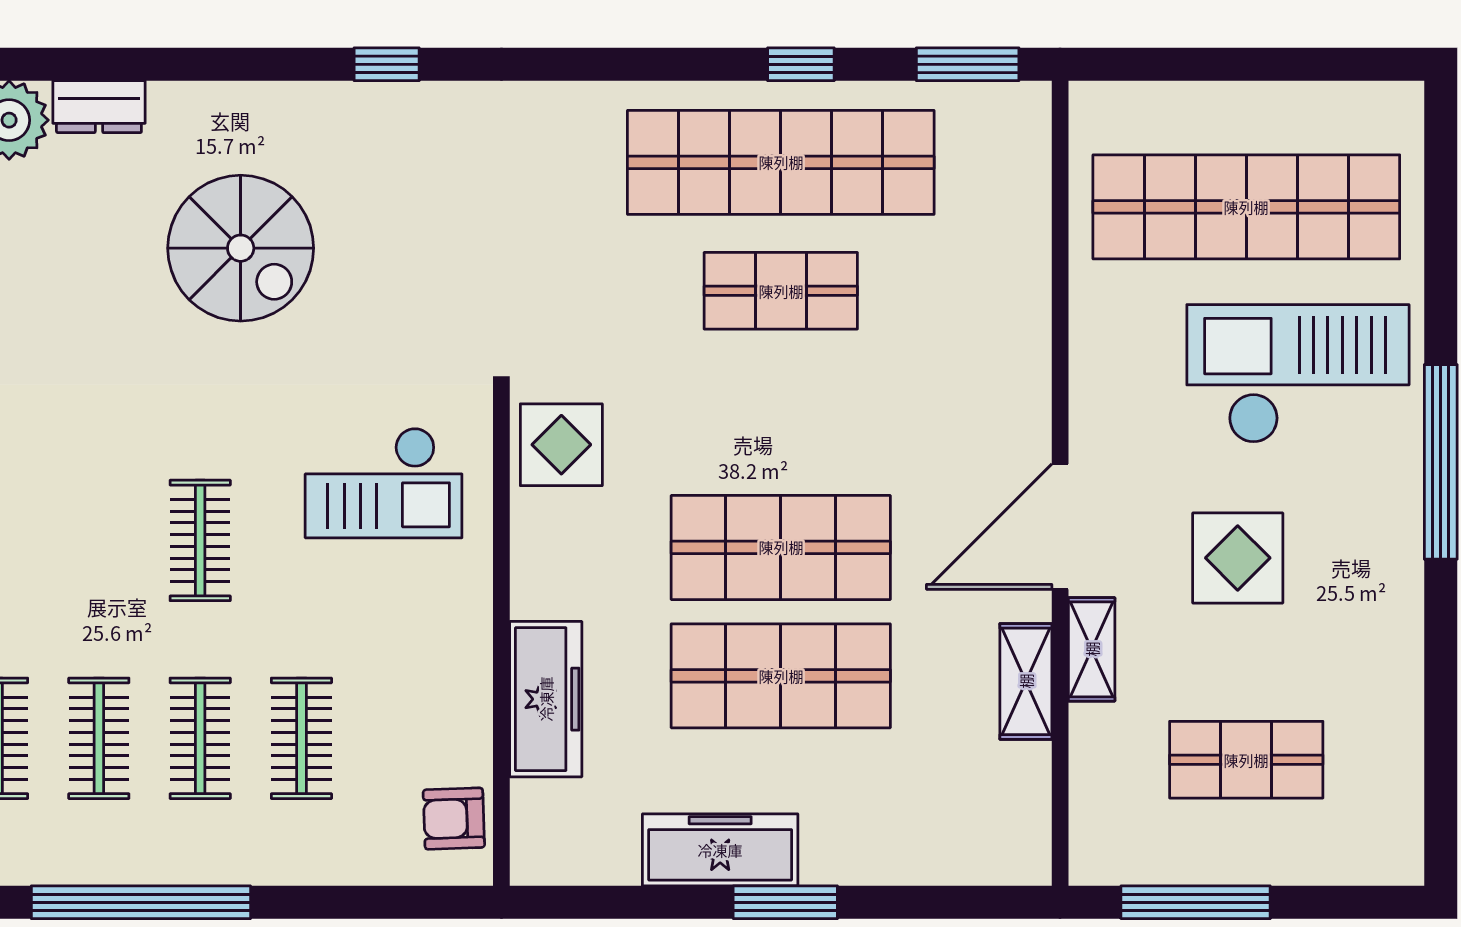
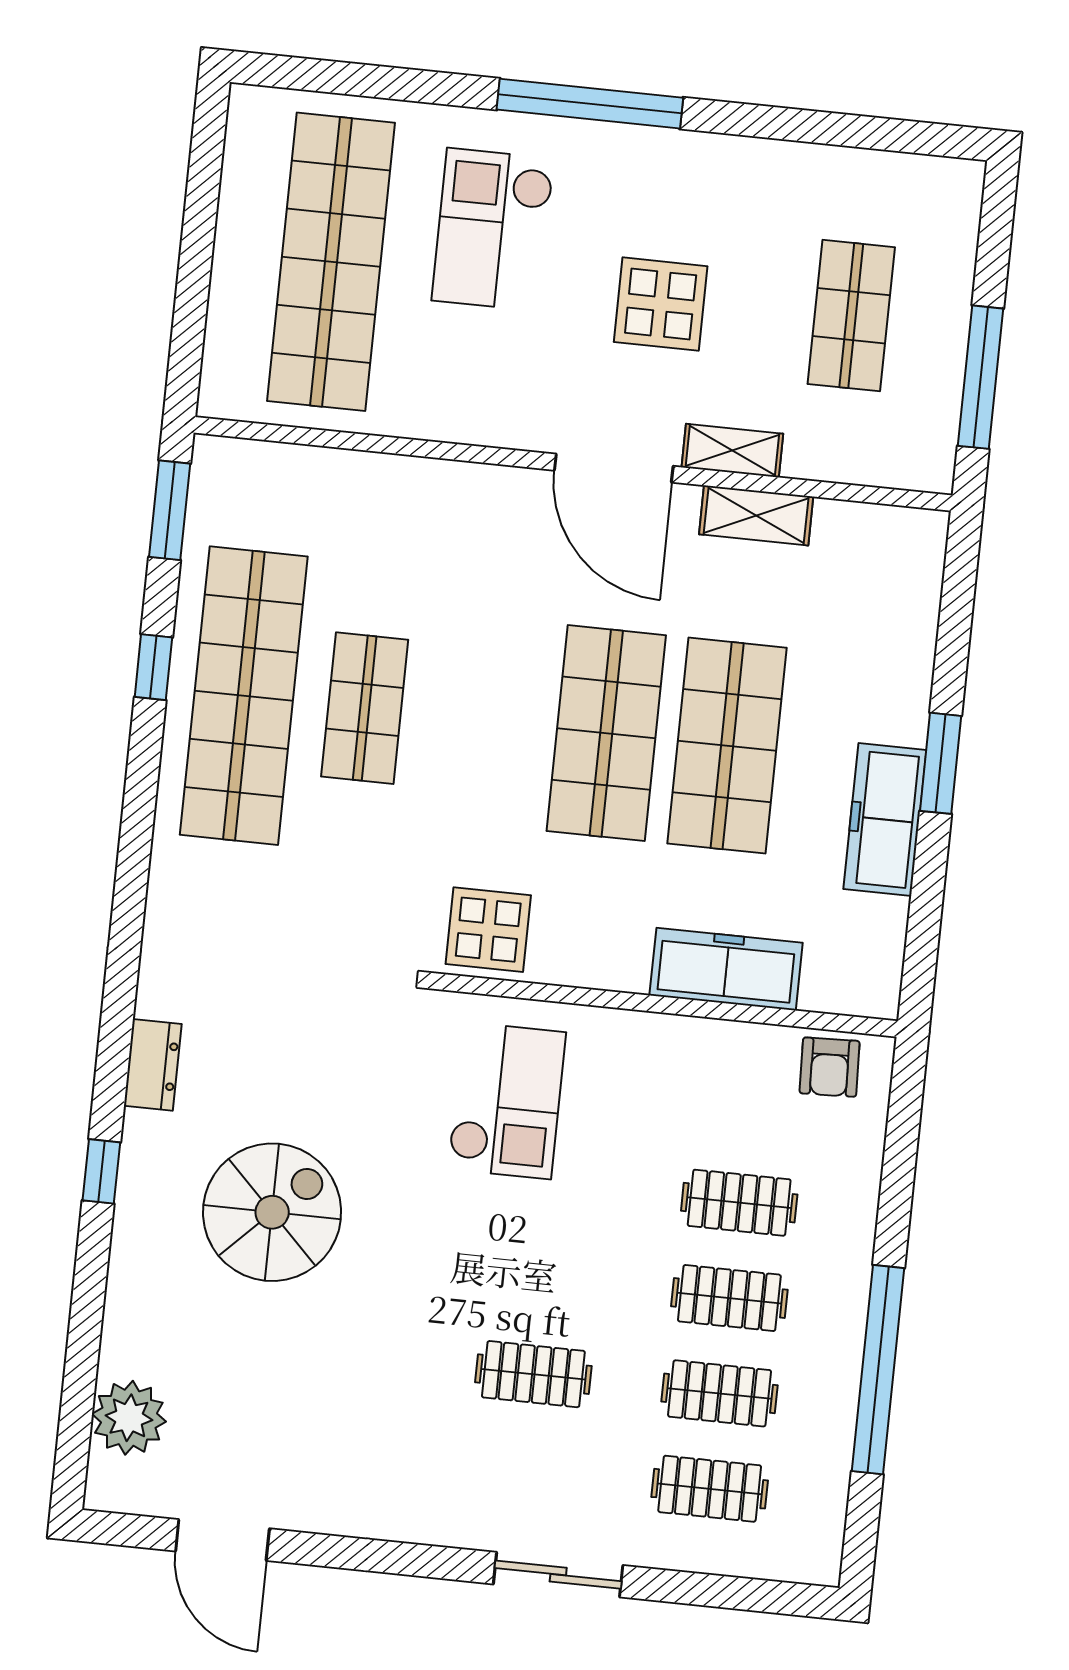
window: (387, 64) -> (101, 1171), moved
dresser: (99, 107) -> (153, 1065), moved
checkout: (1298, 374) -> (493, 229), width x0.73, depth x0.83
clothes rail: (200, 540) -> (533, 1374), moved

